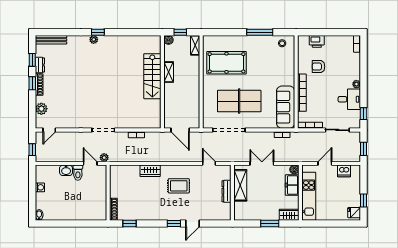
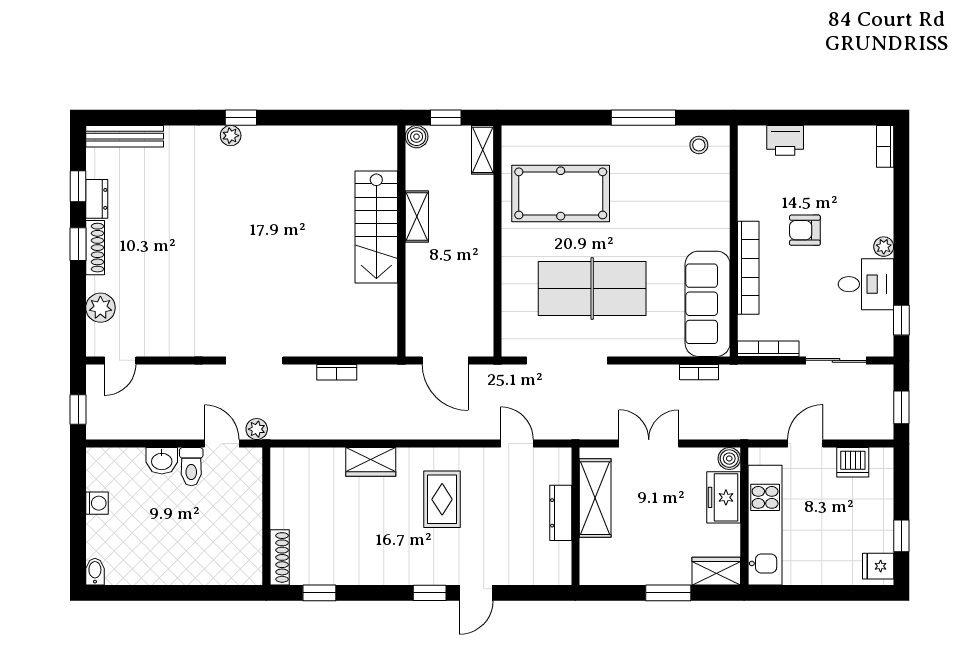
armchair: (319, 67) -> (805, 230), moved
rug: (179, 186) -> (442, 499), turned 90

